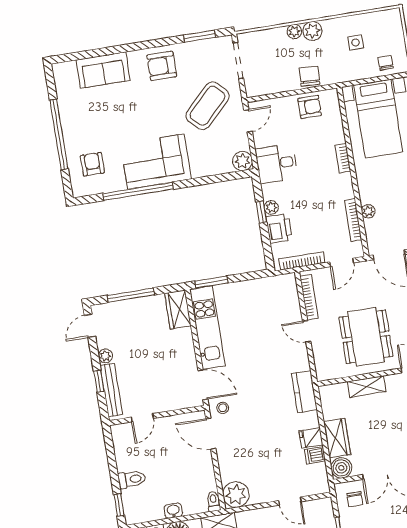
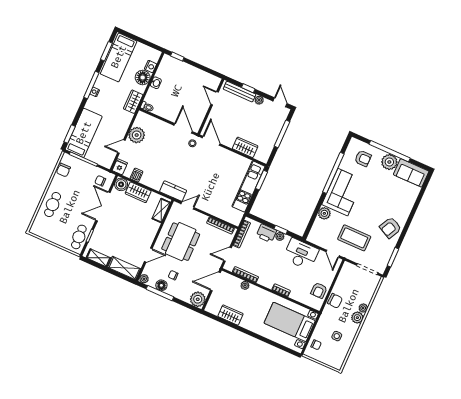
armchair: (162, 66) -> (390, 228), turned -153
sofa: (103, 70) -> (411, 173), moved, turned -90
coffee table: (207, 106) -> (354, 238), turned -45
plant: (74, 125) -> (389, 162), added
plant: (242, 161) -> (324, 213), moved
desk: (276, 163) -> (301, 254), width x1.37
door: (342, 262) -> (227, 254), hinge flipped
wardrobe: (178, 309) -> (245, 147), moved
kitchen unit: (207, 328) -> (248, 186), moved, turned 90
door: (307, 331) -> (188, 206), moved
dining table: (366, 337) -> (181, 242), turned 90
door: (203, 385) -> (211, 141), swing flipped
shelving: (367, 387) -> (161, 211), moved
door: (211, 434) -> (183, 128), hinge flipped
fridge: (311, 438) -> (120, 167), moved
toilet: (132, 479) -> (186, 72), removed
plant: (236, 495) -> (137, 135), moved

